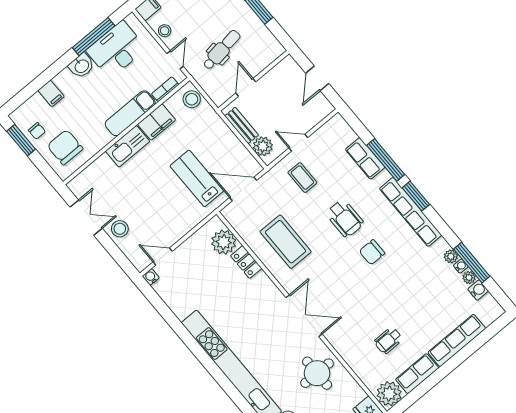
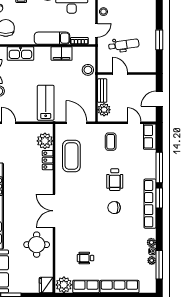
door: (246, 87) -> (120, 73), hinge flipped
stool: (192, 99) -> (88, 70), moved
door: (298, 143) -> (134, 123), moved
kitchen sink: (128, 146) -> (20, 53), moved
row of seats: (365, 158) -> (150, 137), moved
lab bench: (197, 178) -> (46, 103), moved
coffee table: (286, 242) -> (71, 156), moved
window: (472, 263) -> (159, 265), moved
water cooler: (478, 290) -> (151, 270), removed
double door: (304, 316) -> (54, 211), swing flipped

